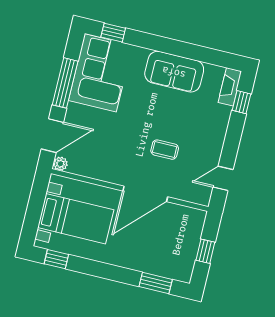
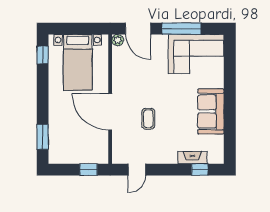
window: (113, 33) -> (230, 57), removed
fireplace: (230, 87) -> (192, 158), moved
door: (223, 178) -> (137, 170), swing flipped
window: (205, 251) -> (88, 170), moved

